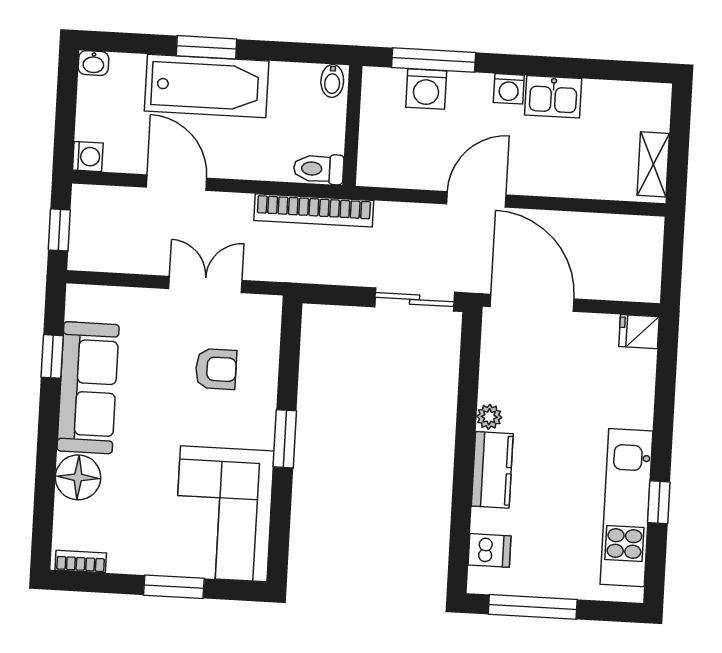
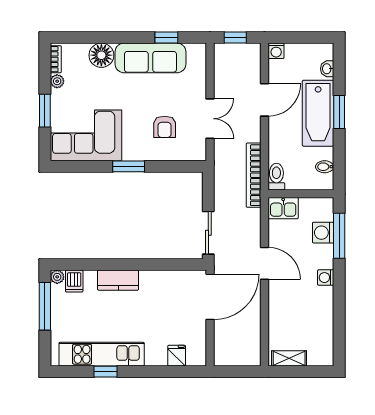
washbasin: (93, 63) -> (327, 69), moved
bidet: (332, 81) -> (325, 167), moved
kitchen sink: (553, 97) -> (283, 208), moved, turned -90
fridge: (639, 332) -> (177, 356), moved
plant: (489, 417) -> (57, 277), moved
plant: (121, 561) -> (57, 81), added

